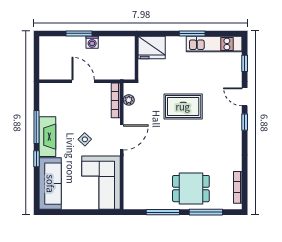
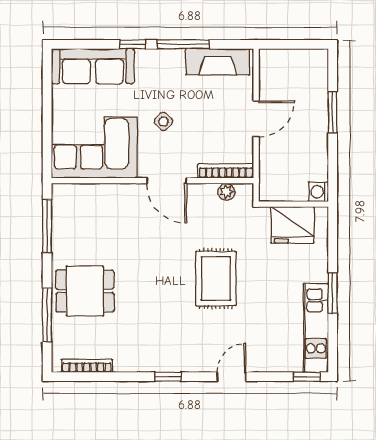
washing machine: (92, 42) -> (319, 192), moved
fridge: (152, 48) -> (293, 225), moved, turned -90
window: (245, 63) -> (307, 377), moved
window: (245, 122) -> (168, 377), moved
fireplace: (47, 137) -> (218, 62), moved
dining table: (191, 189) -> (85, 291), turned 90
window: (163, 212) -> (47, 226), moved

